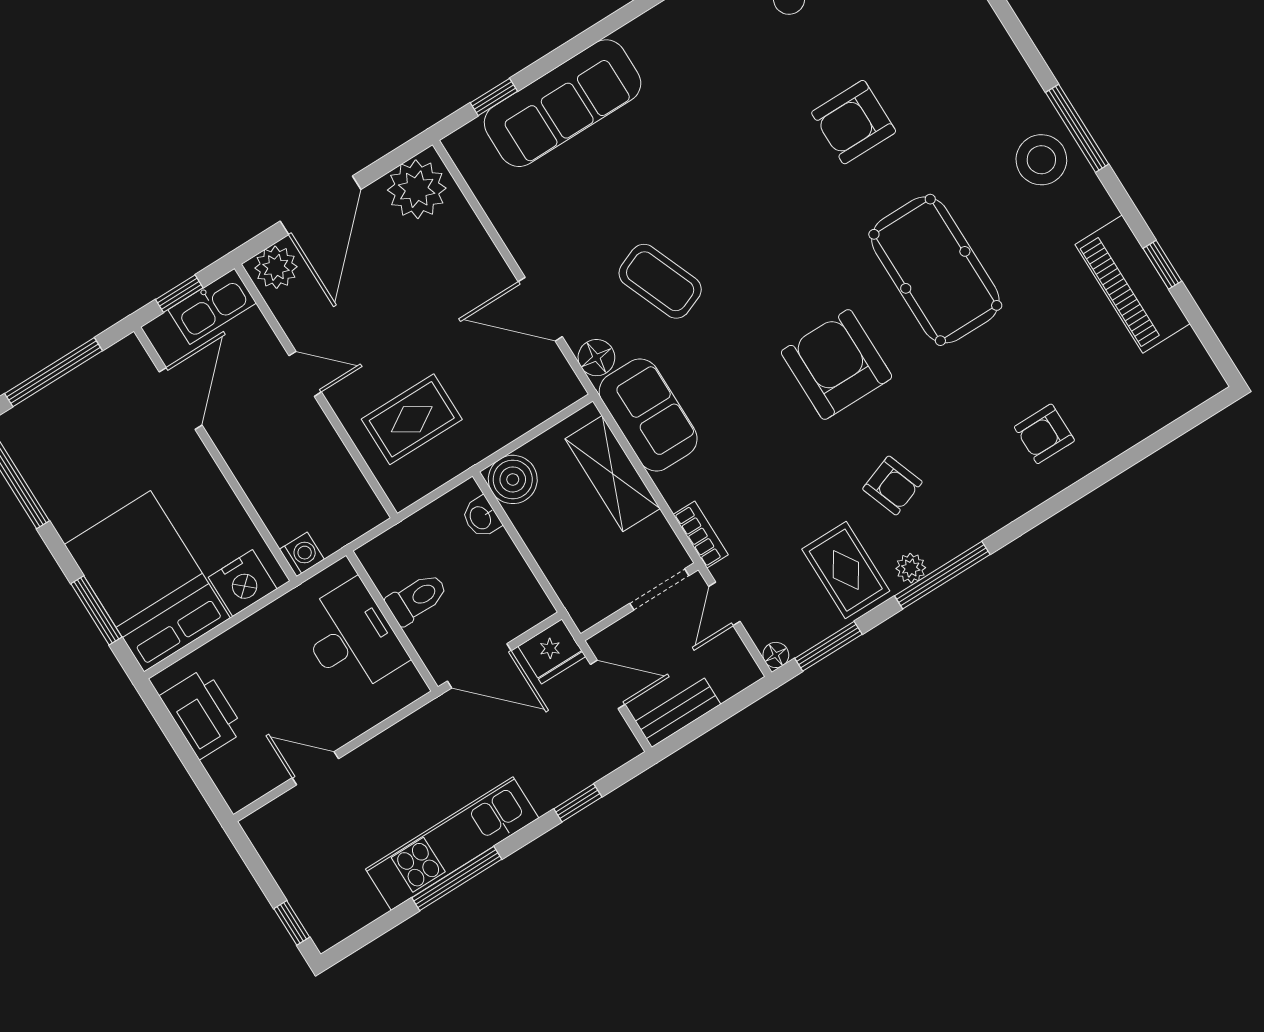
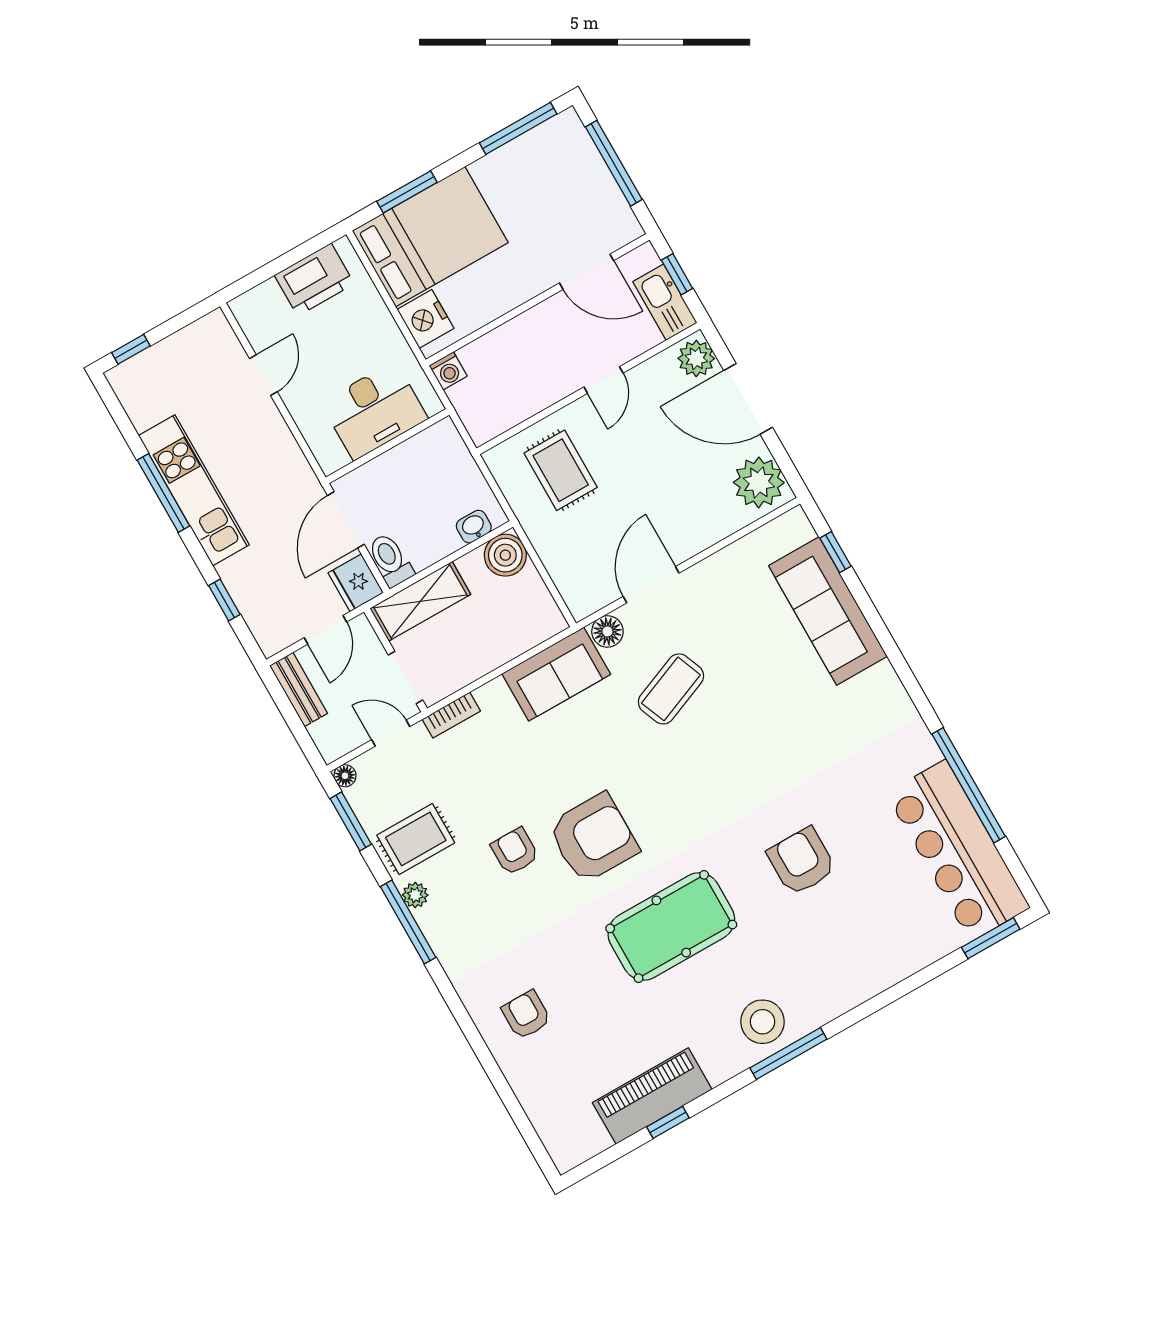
shelving: (613, 474) -> (420, 601), moved
armchair: (892, 486) -> (515, 851), moved, turned 110
toilet: (417, 598) -> (390, 560), moved, turned 180

